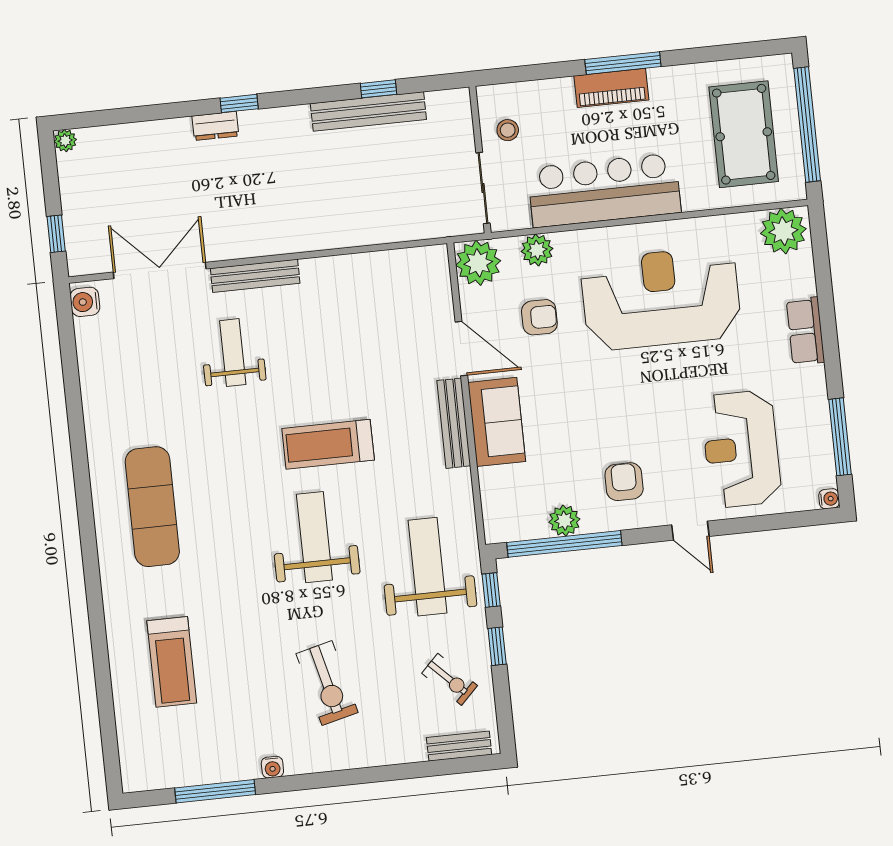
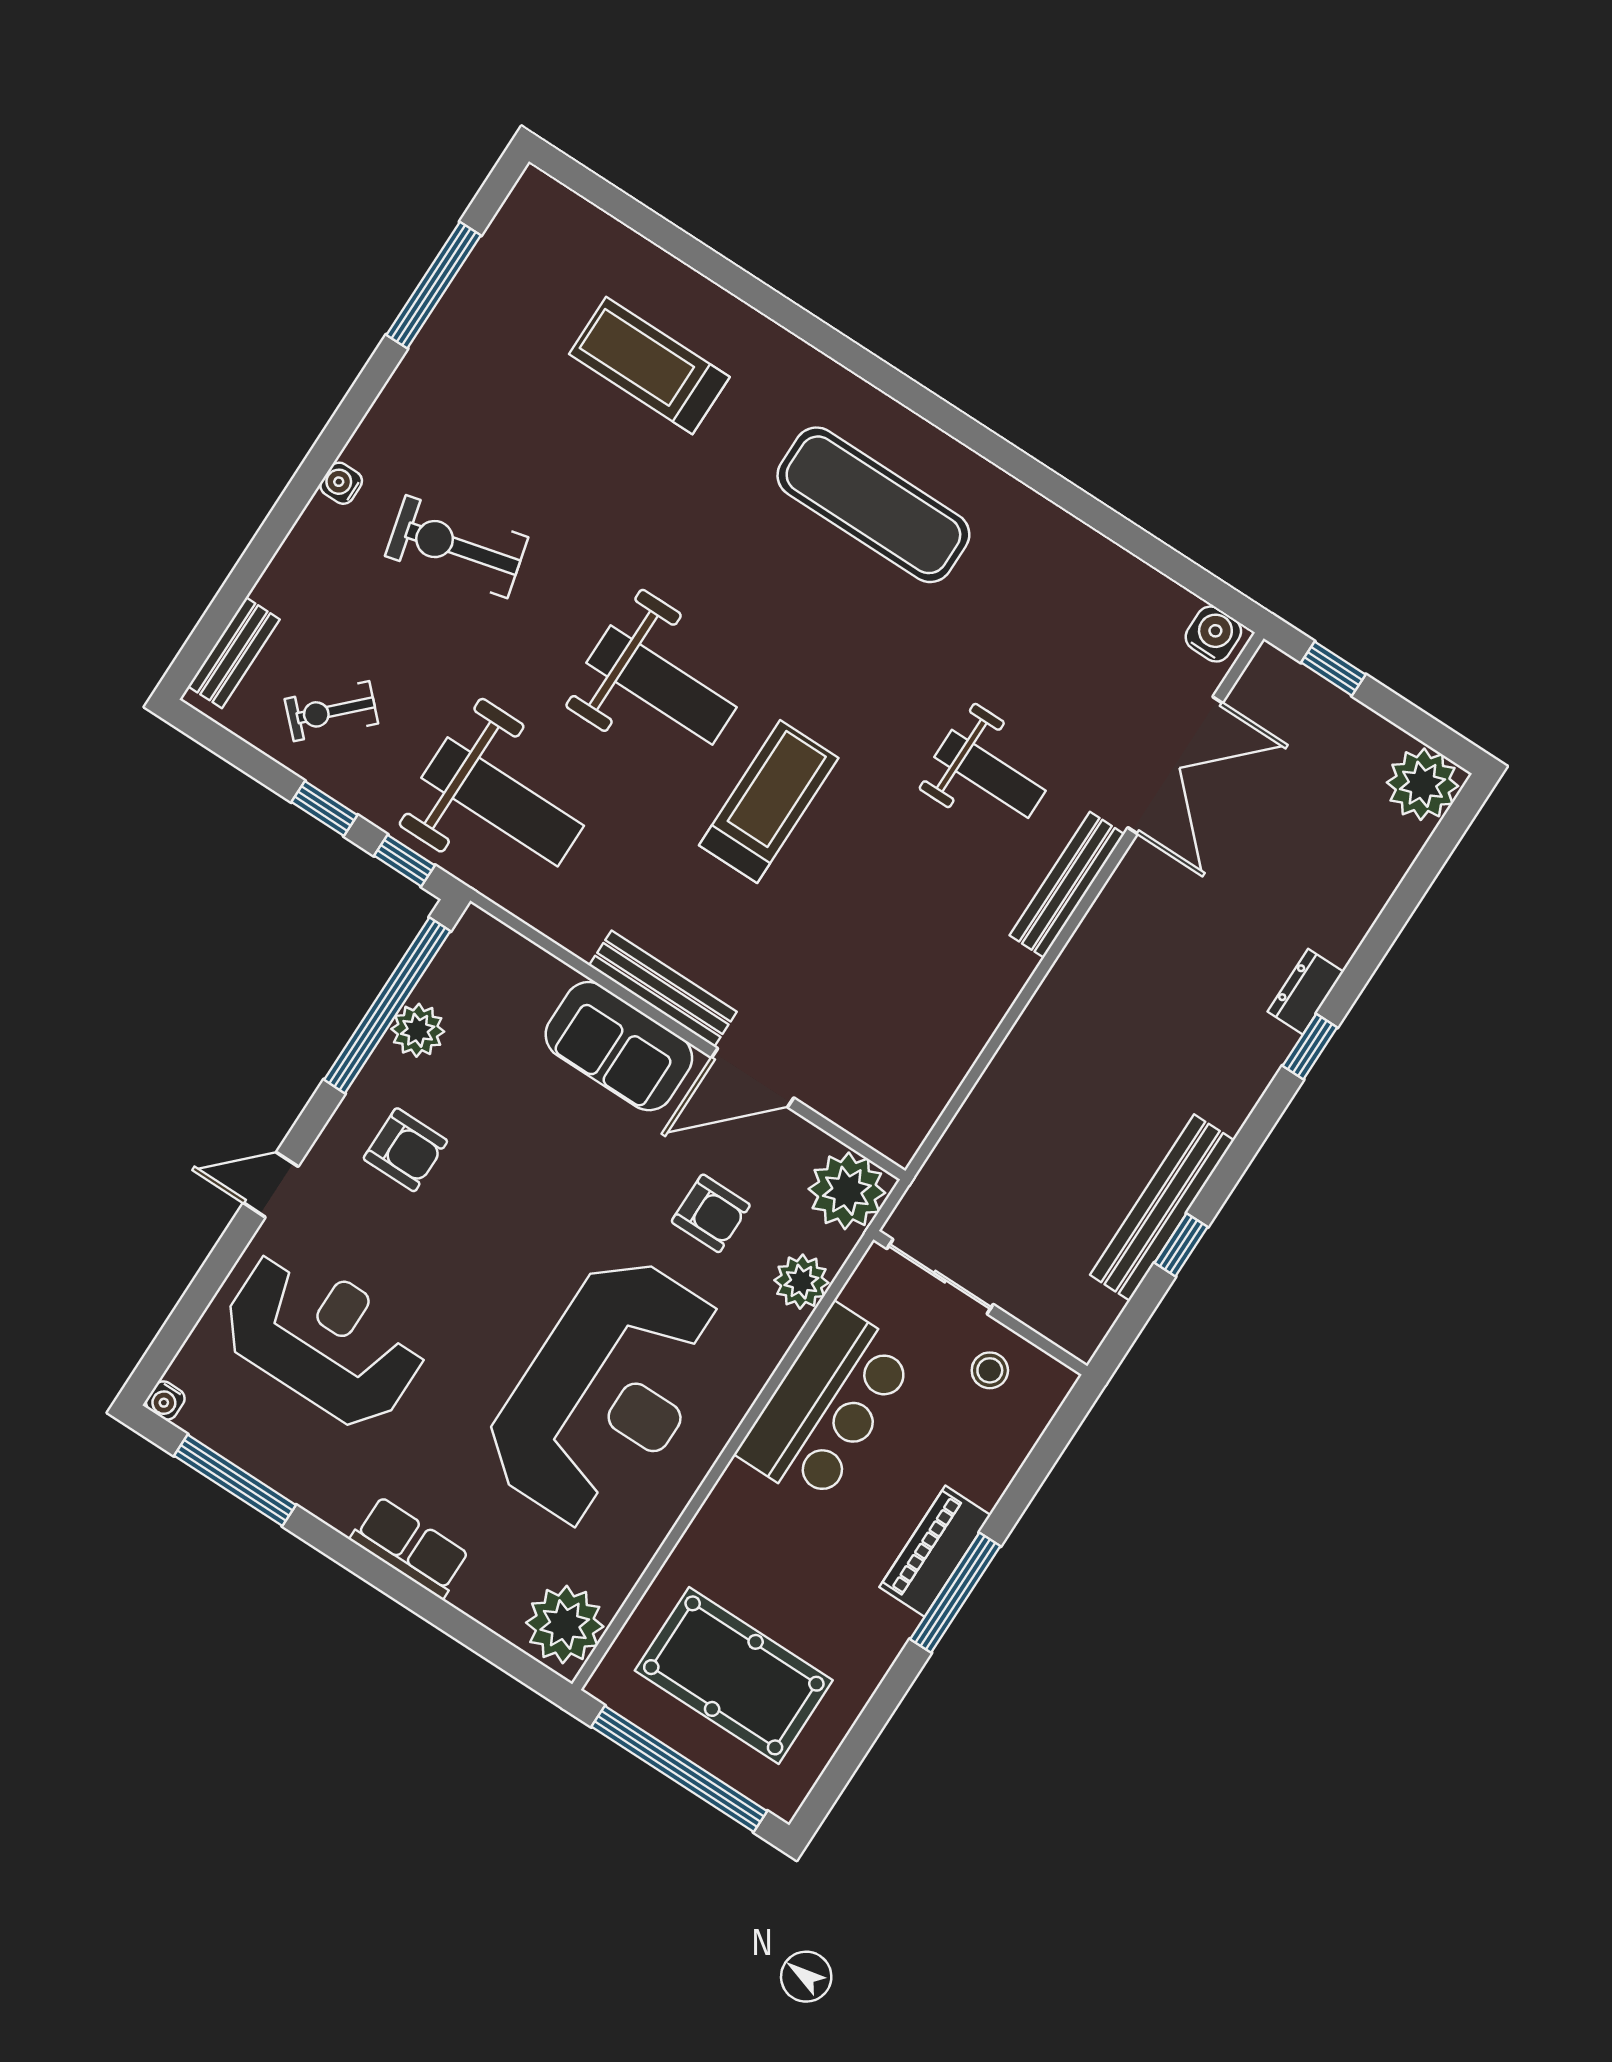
plant: (65, 141) -> (1423, 784), width x1.87, depth x1.87
bar counter: (604, 190) -> (827, 1405), width x0.73
armchair: (539, 317) -> (711, 1213), turned -90
water cooler: (272, 767) -> (341, 483), moved

